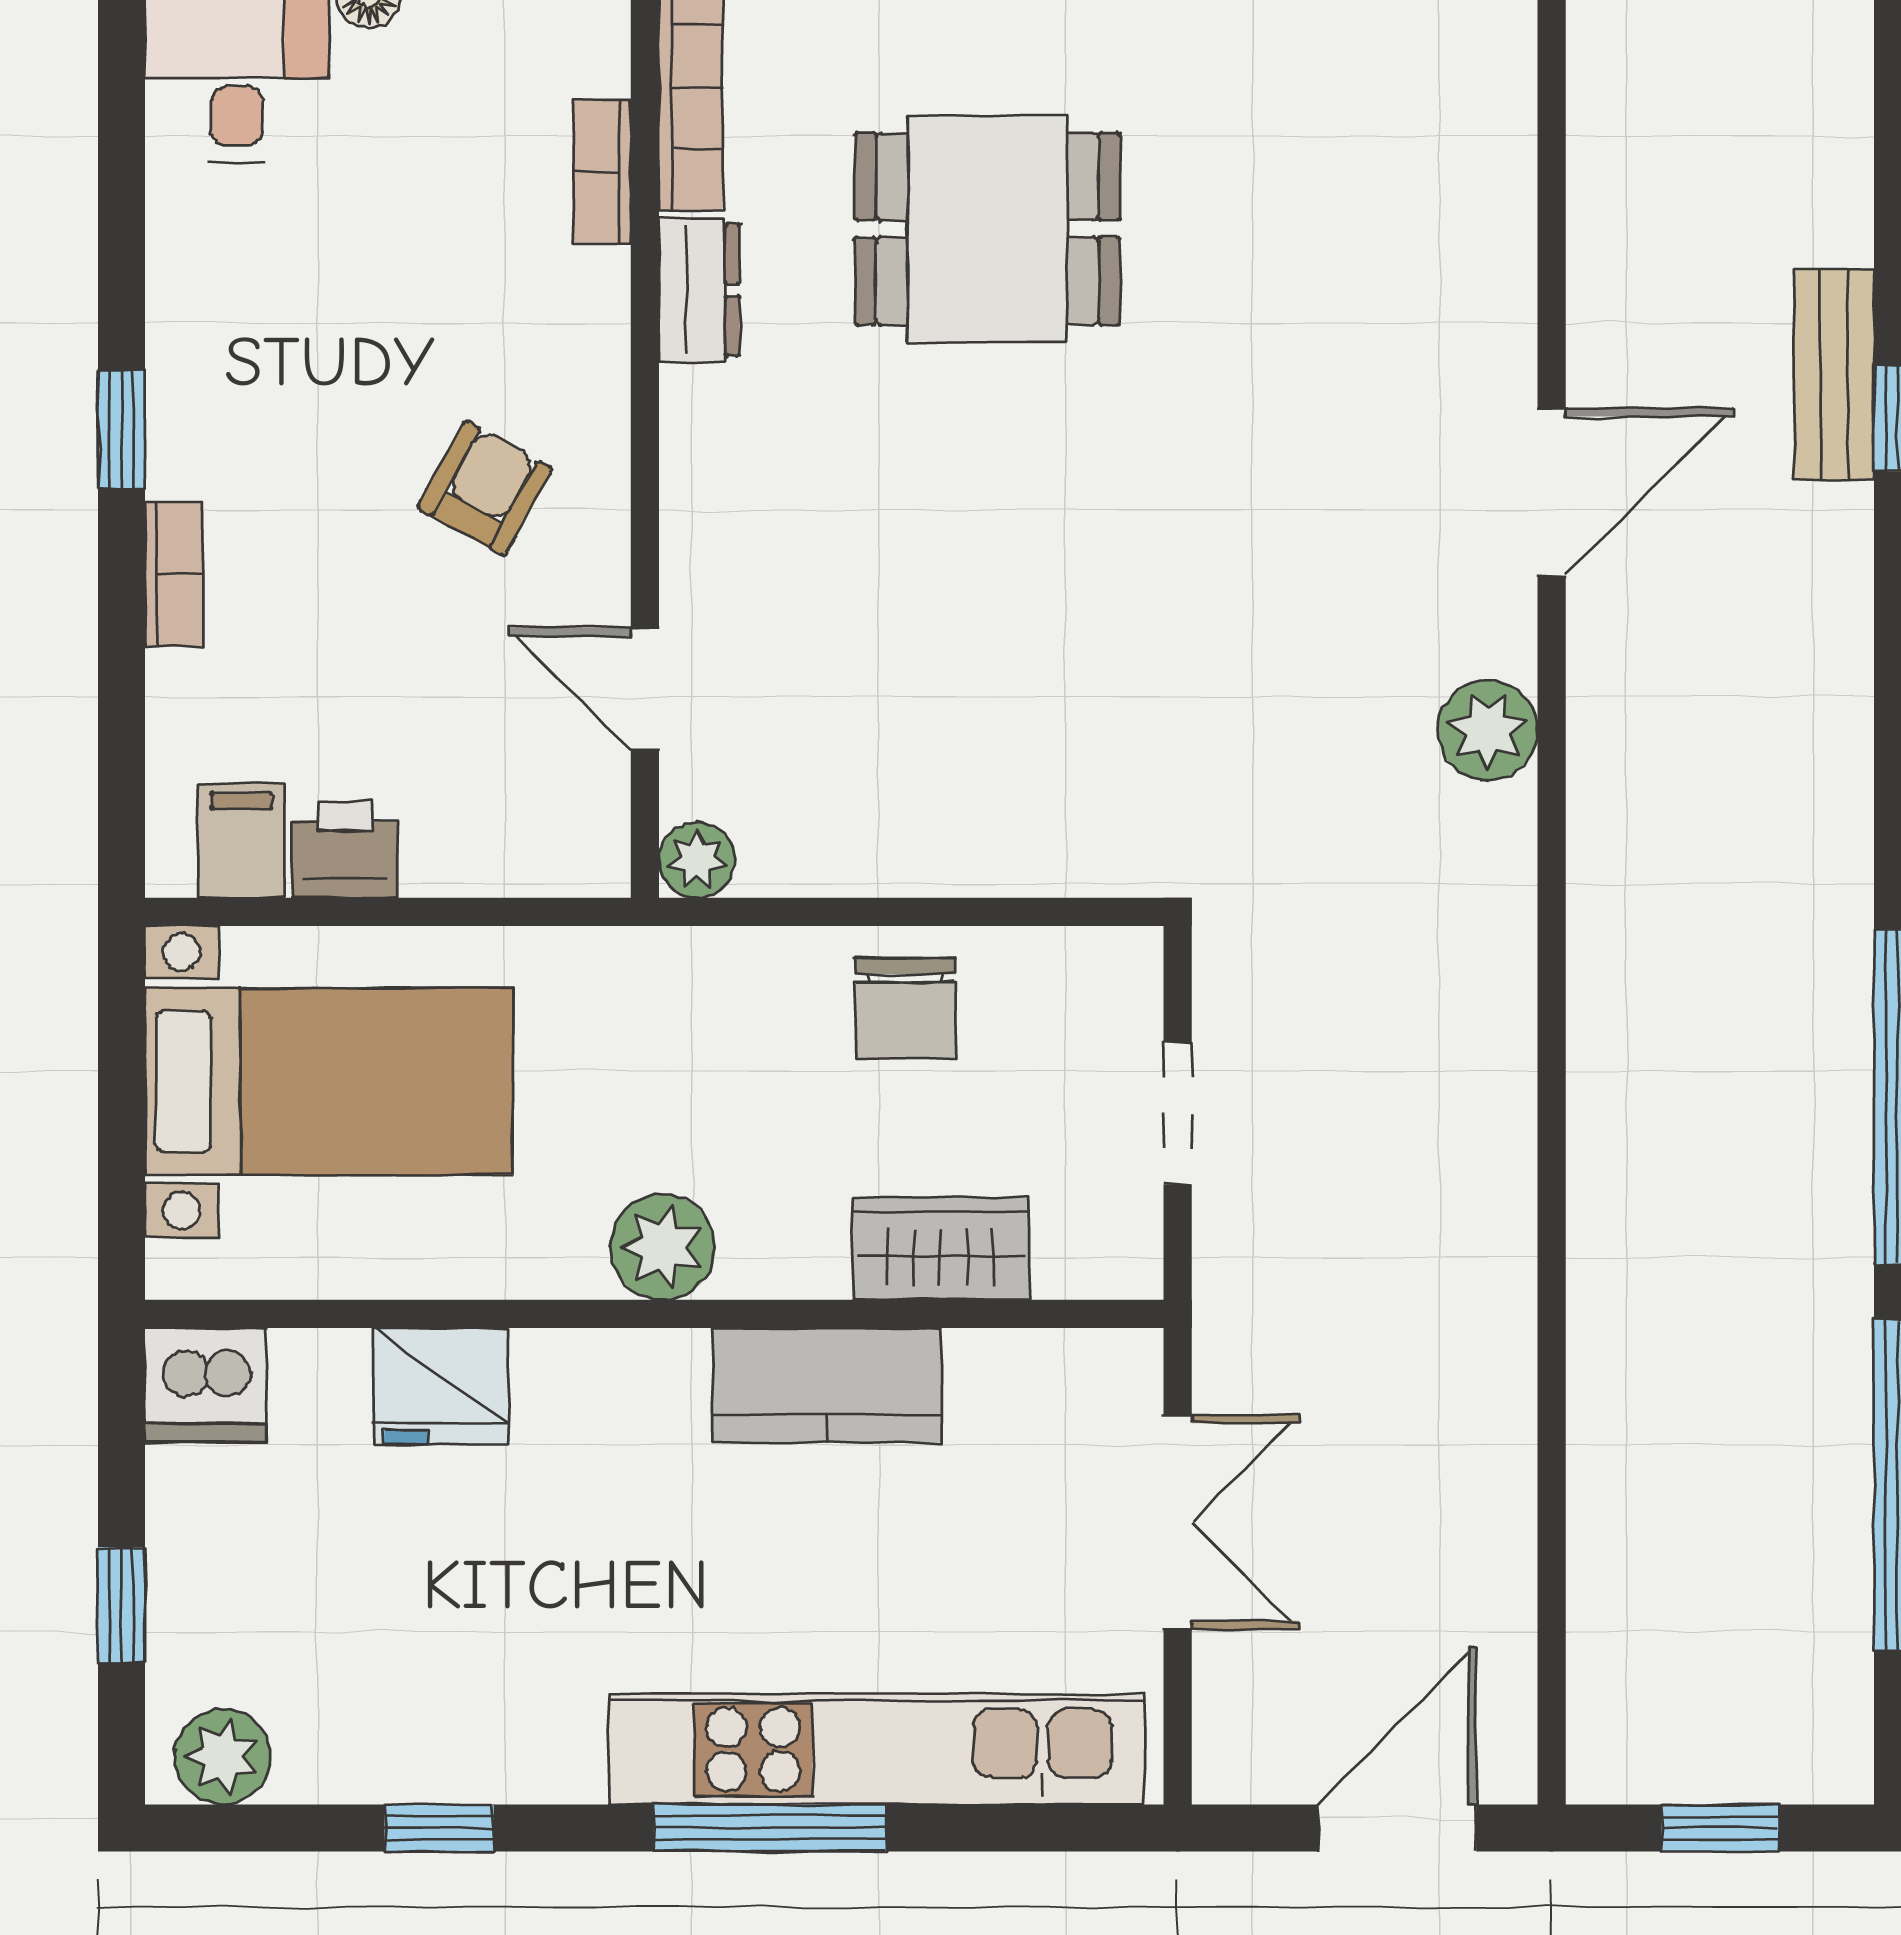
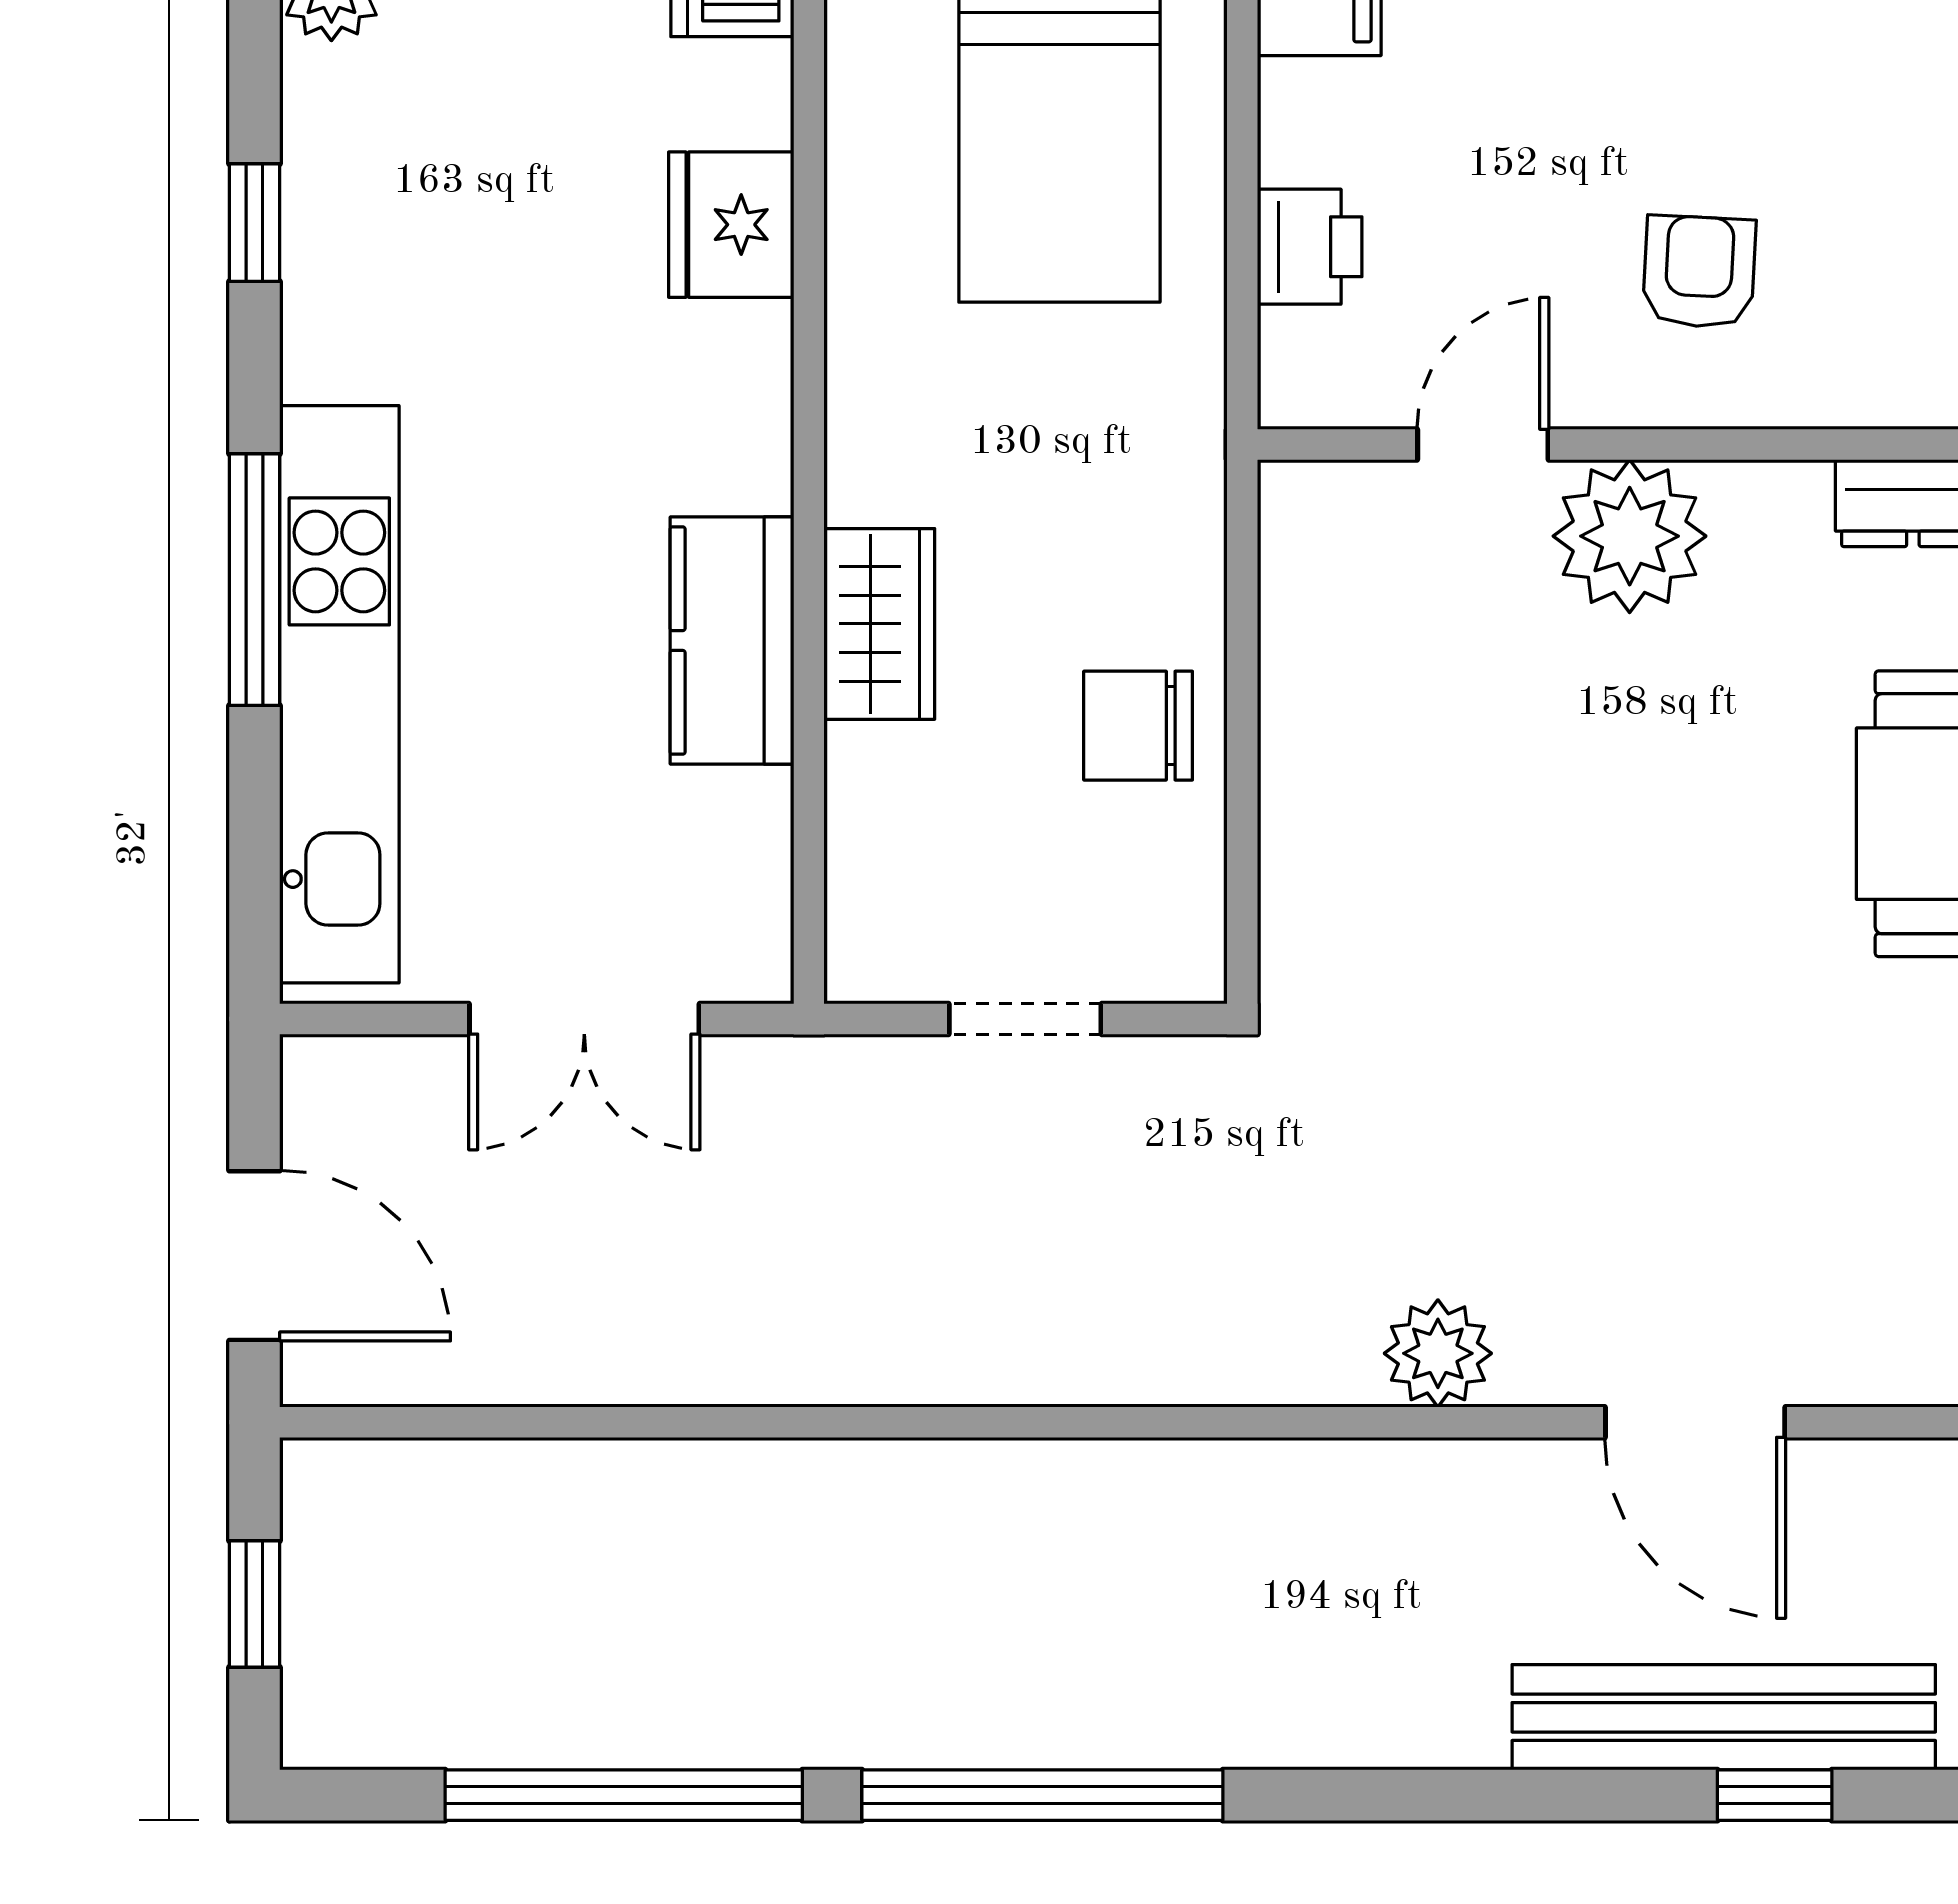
bench: (1834, 374) -> (1724, 1717), width x1.86, depth x1.21
armchair: (485, 488) -> (1699, 272), turned -116
printer: (345, 849) -> (1310, 247), moved
plant: (697, 860) -> (1630, 536), moved, width x1.87, depth x1.87
plant: (663, 1247) -> (881, 464), removed
wardrobe: (941, 1248) -> (879, 624), moved

